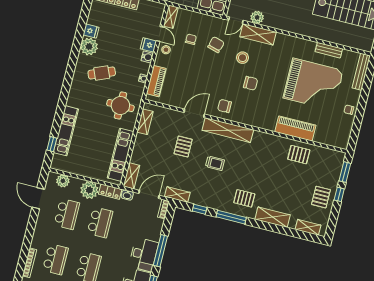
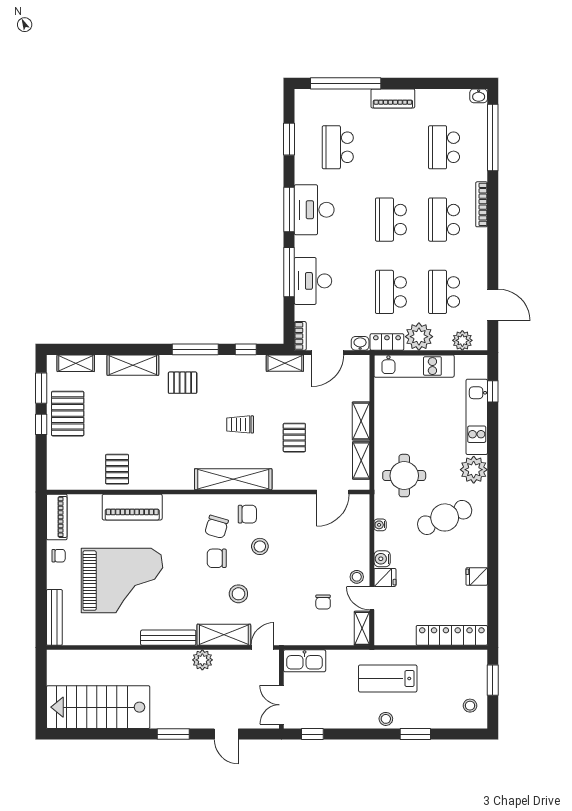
plant: (257, 17) -> (202, 660), moved
chair: (216, 45) -> (217, 527), moved
plant: (89, 47) -> (474, 470), moved
bench: (329, 50) -> (168, 638), moved, width x1.36
cafe table: (102, 73) -> (445, 517), width x1.37, depth x1.35
piano: (156, 81) -> (57, 517), moved, turned 180
stool: (222, 84) -> (260, 546), added
grand piano: (313, 84) -> (122, 581), turned 180
door: (194, 113) -> (333, 492), moved
kitchen unit: (121, 155) -> (414, 366), moved, turned 90
pallet: (299, 155) -> (117, 469), turned 90
window: (345, 172) -> (41, 388), moved
shelving: (131, 176) -> (361, 421), moved
pallet: (321, 197) -> (68, 414), width x1.50, depth x1.42
desk: (144, 255) -> (313, 281), moved

